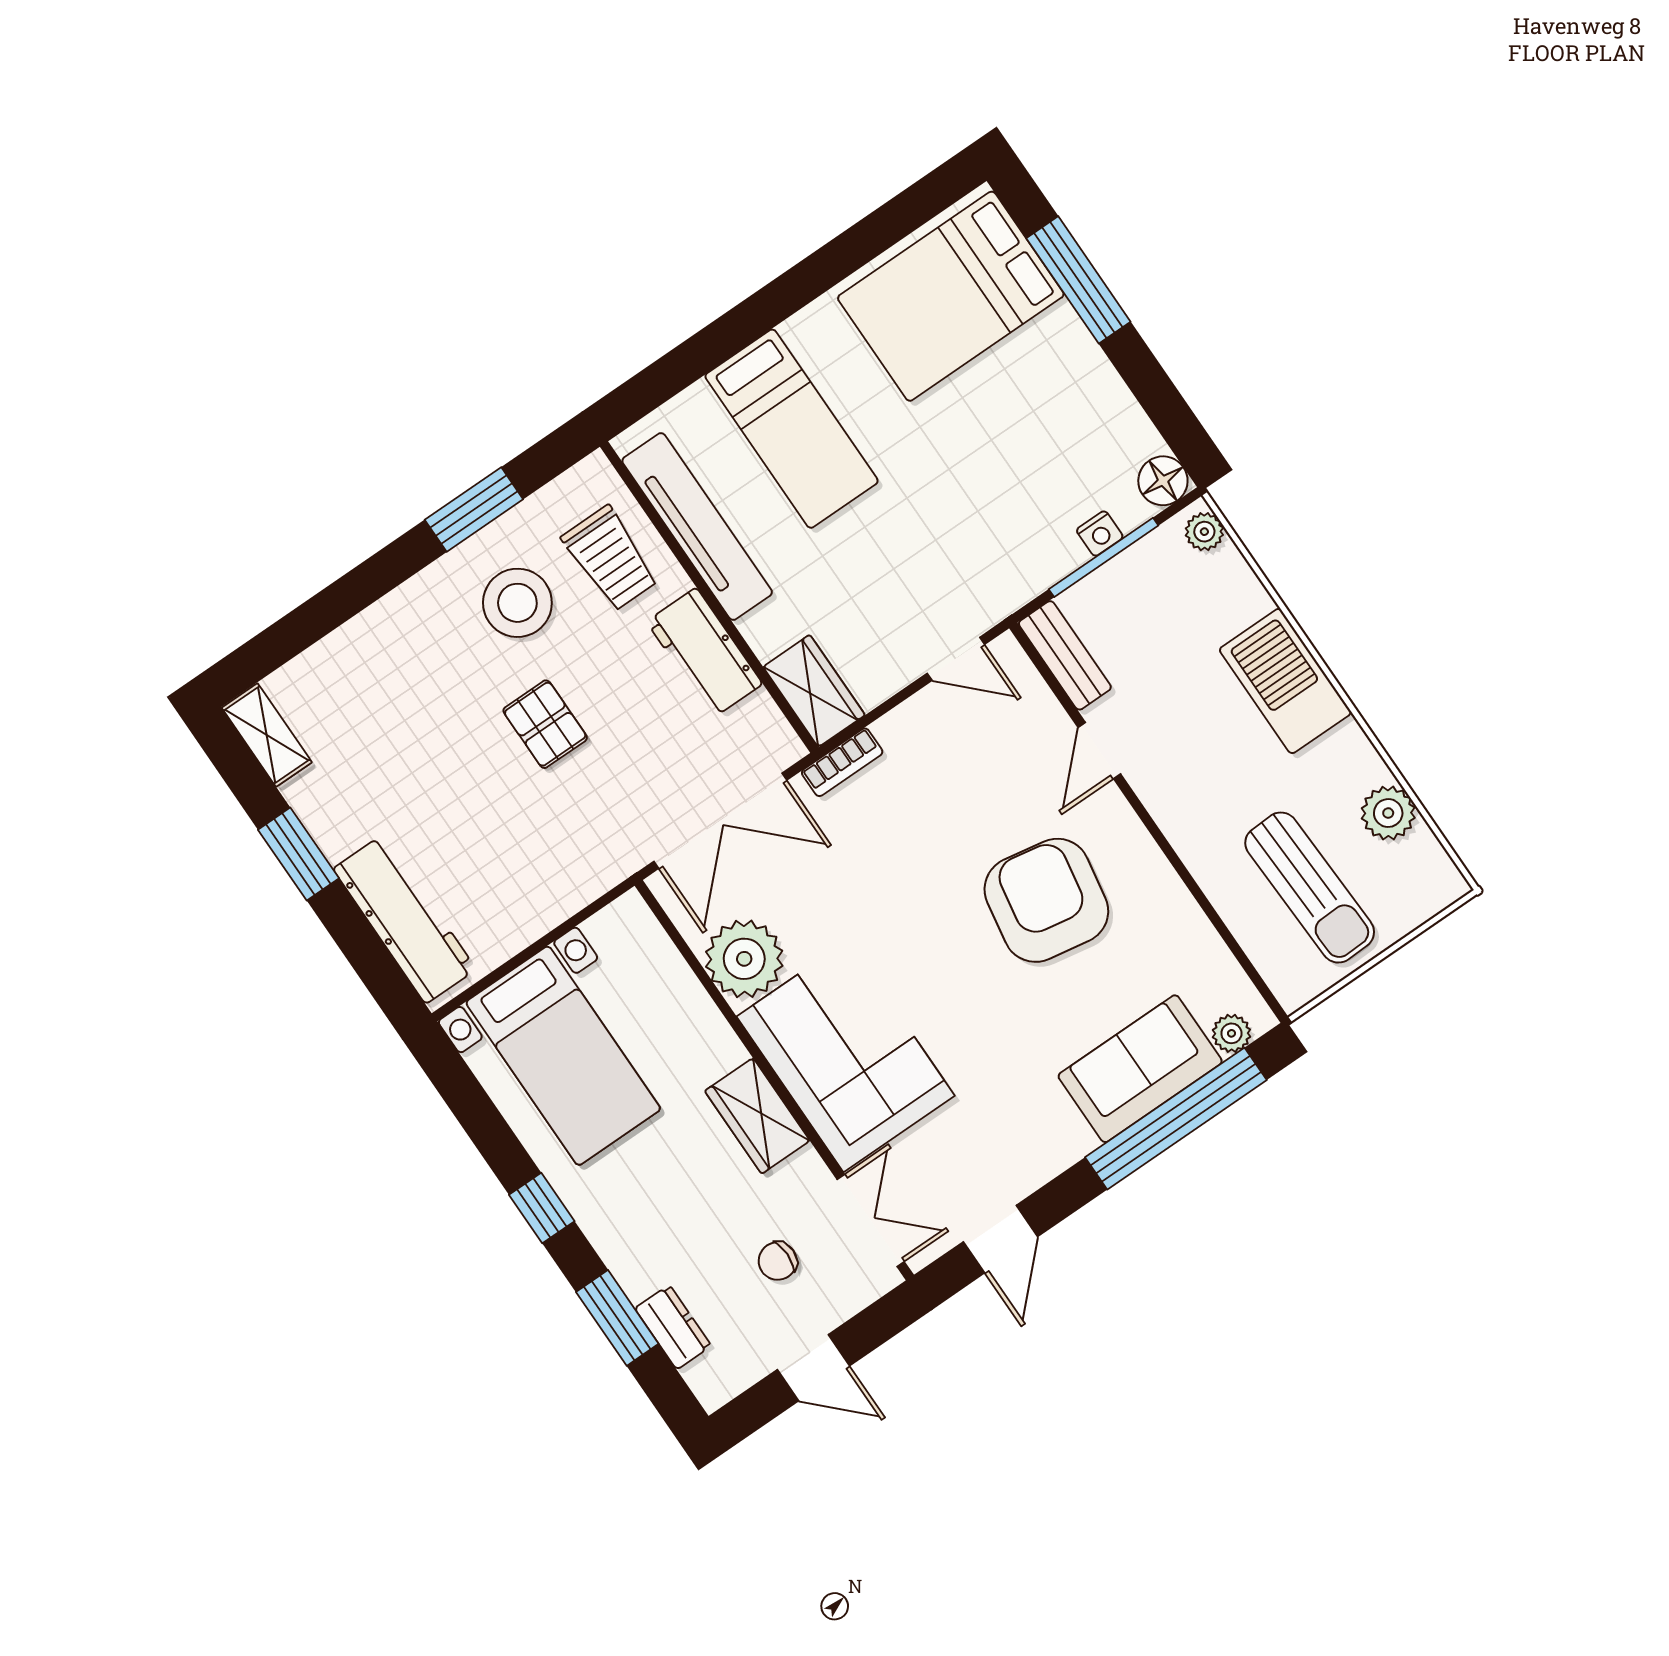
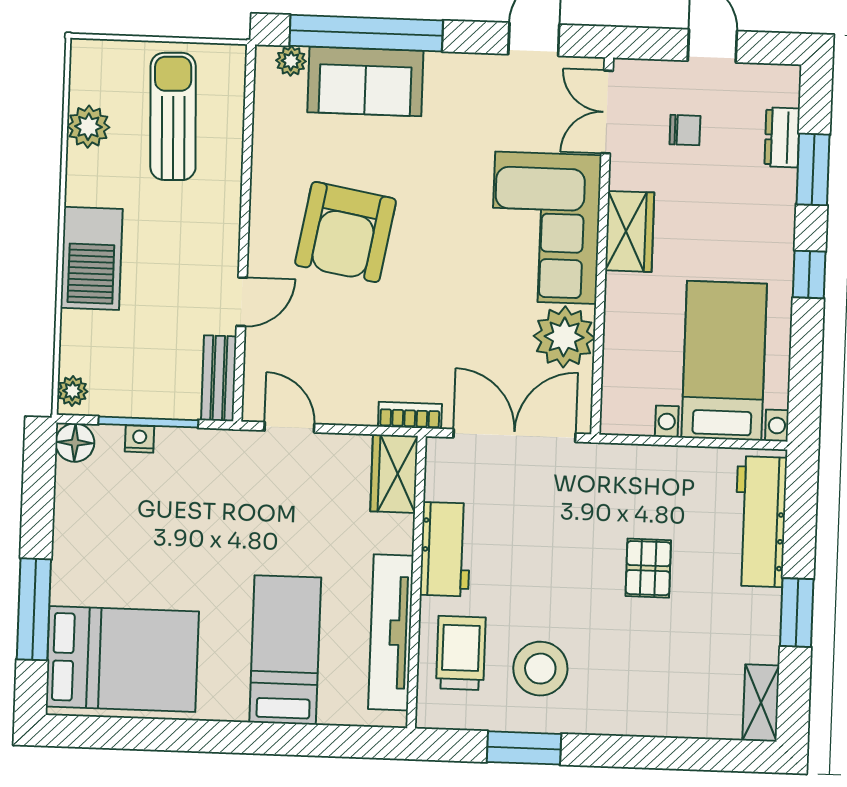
pallet: (545, 724) -> (648, 568), moved

